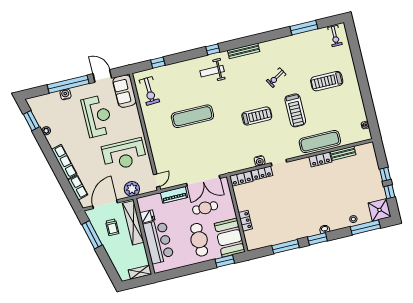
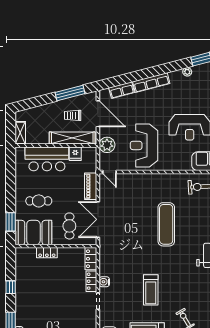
cafe table: (205, 208) -> (69, 226), moved
cafe table: (199, 240) -> (39, 201), width x0.73, depth x0.74
window: (286, 247) -> (11, 287), width x0.46

